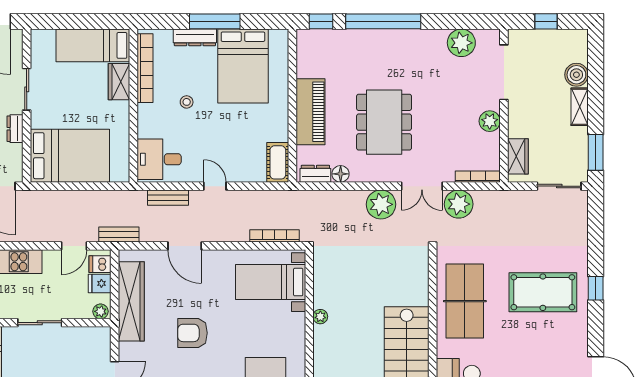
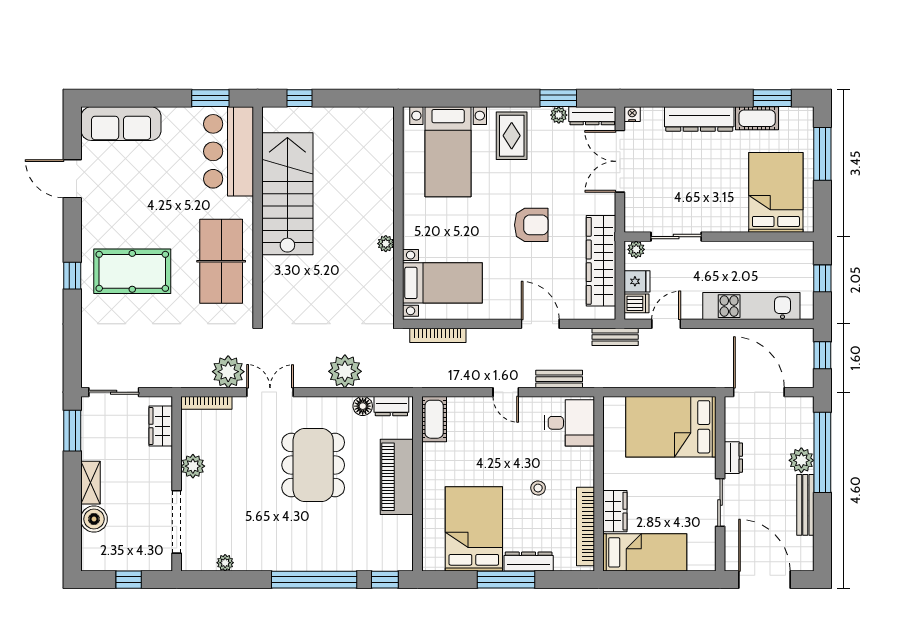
plant: (461, 43) -> (225, 563), width x0.53, depth x0.53
plant: (381, 204) -> (345, 371), moved
sliding door: (40, 323) -> (676, 237), moved

